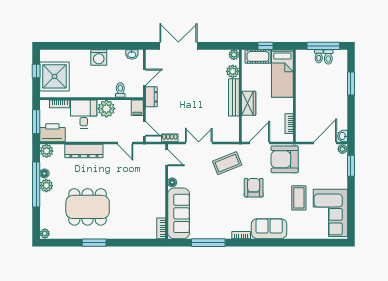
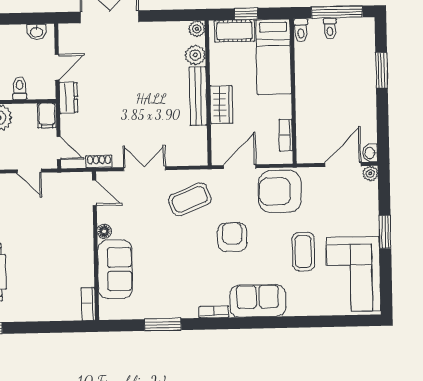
toilet: (328, 57) -> (301, 30), moved
window: (351, 166) -> (385, 232), moved
sofa: (179, 213) -> (115, 269), width x0.73
window: (208, 243) -> (163, 325), width x0.69

